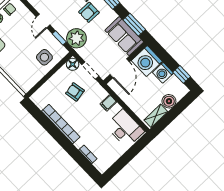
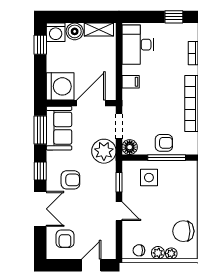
door: (43, 21) -> (119, 211), hinge flipped
plant: (76, 38) -> (104, 151), moved
washing machine: (163, 73) -> (56, 32), moved, turned 90
window: (45, 79) -> (167, 158), added
armchair: (75, 92) -> (164, 143), moved, turned -79
window: (119, 165) -> (174, 17), added

